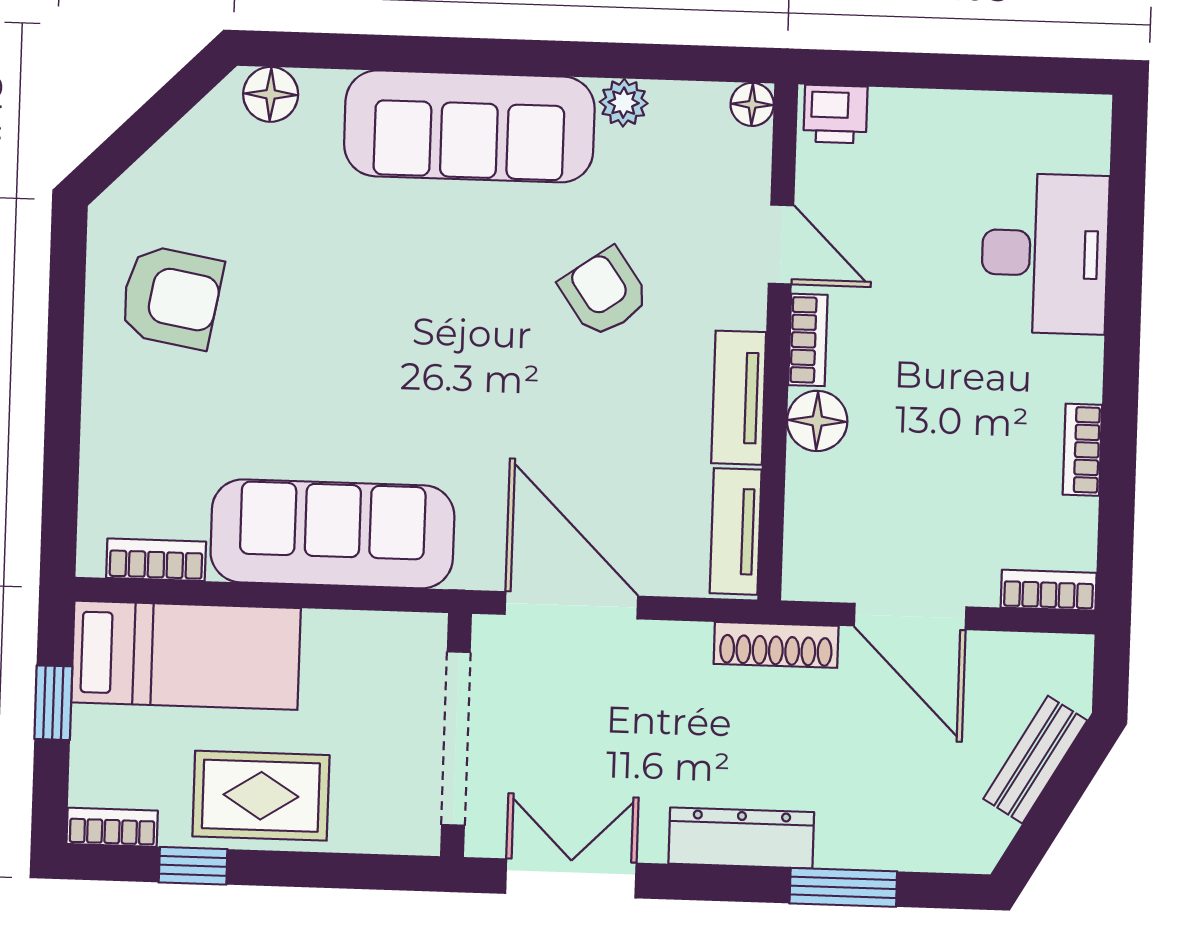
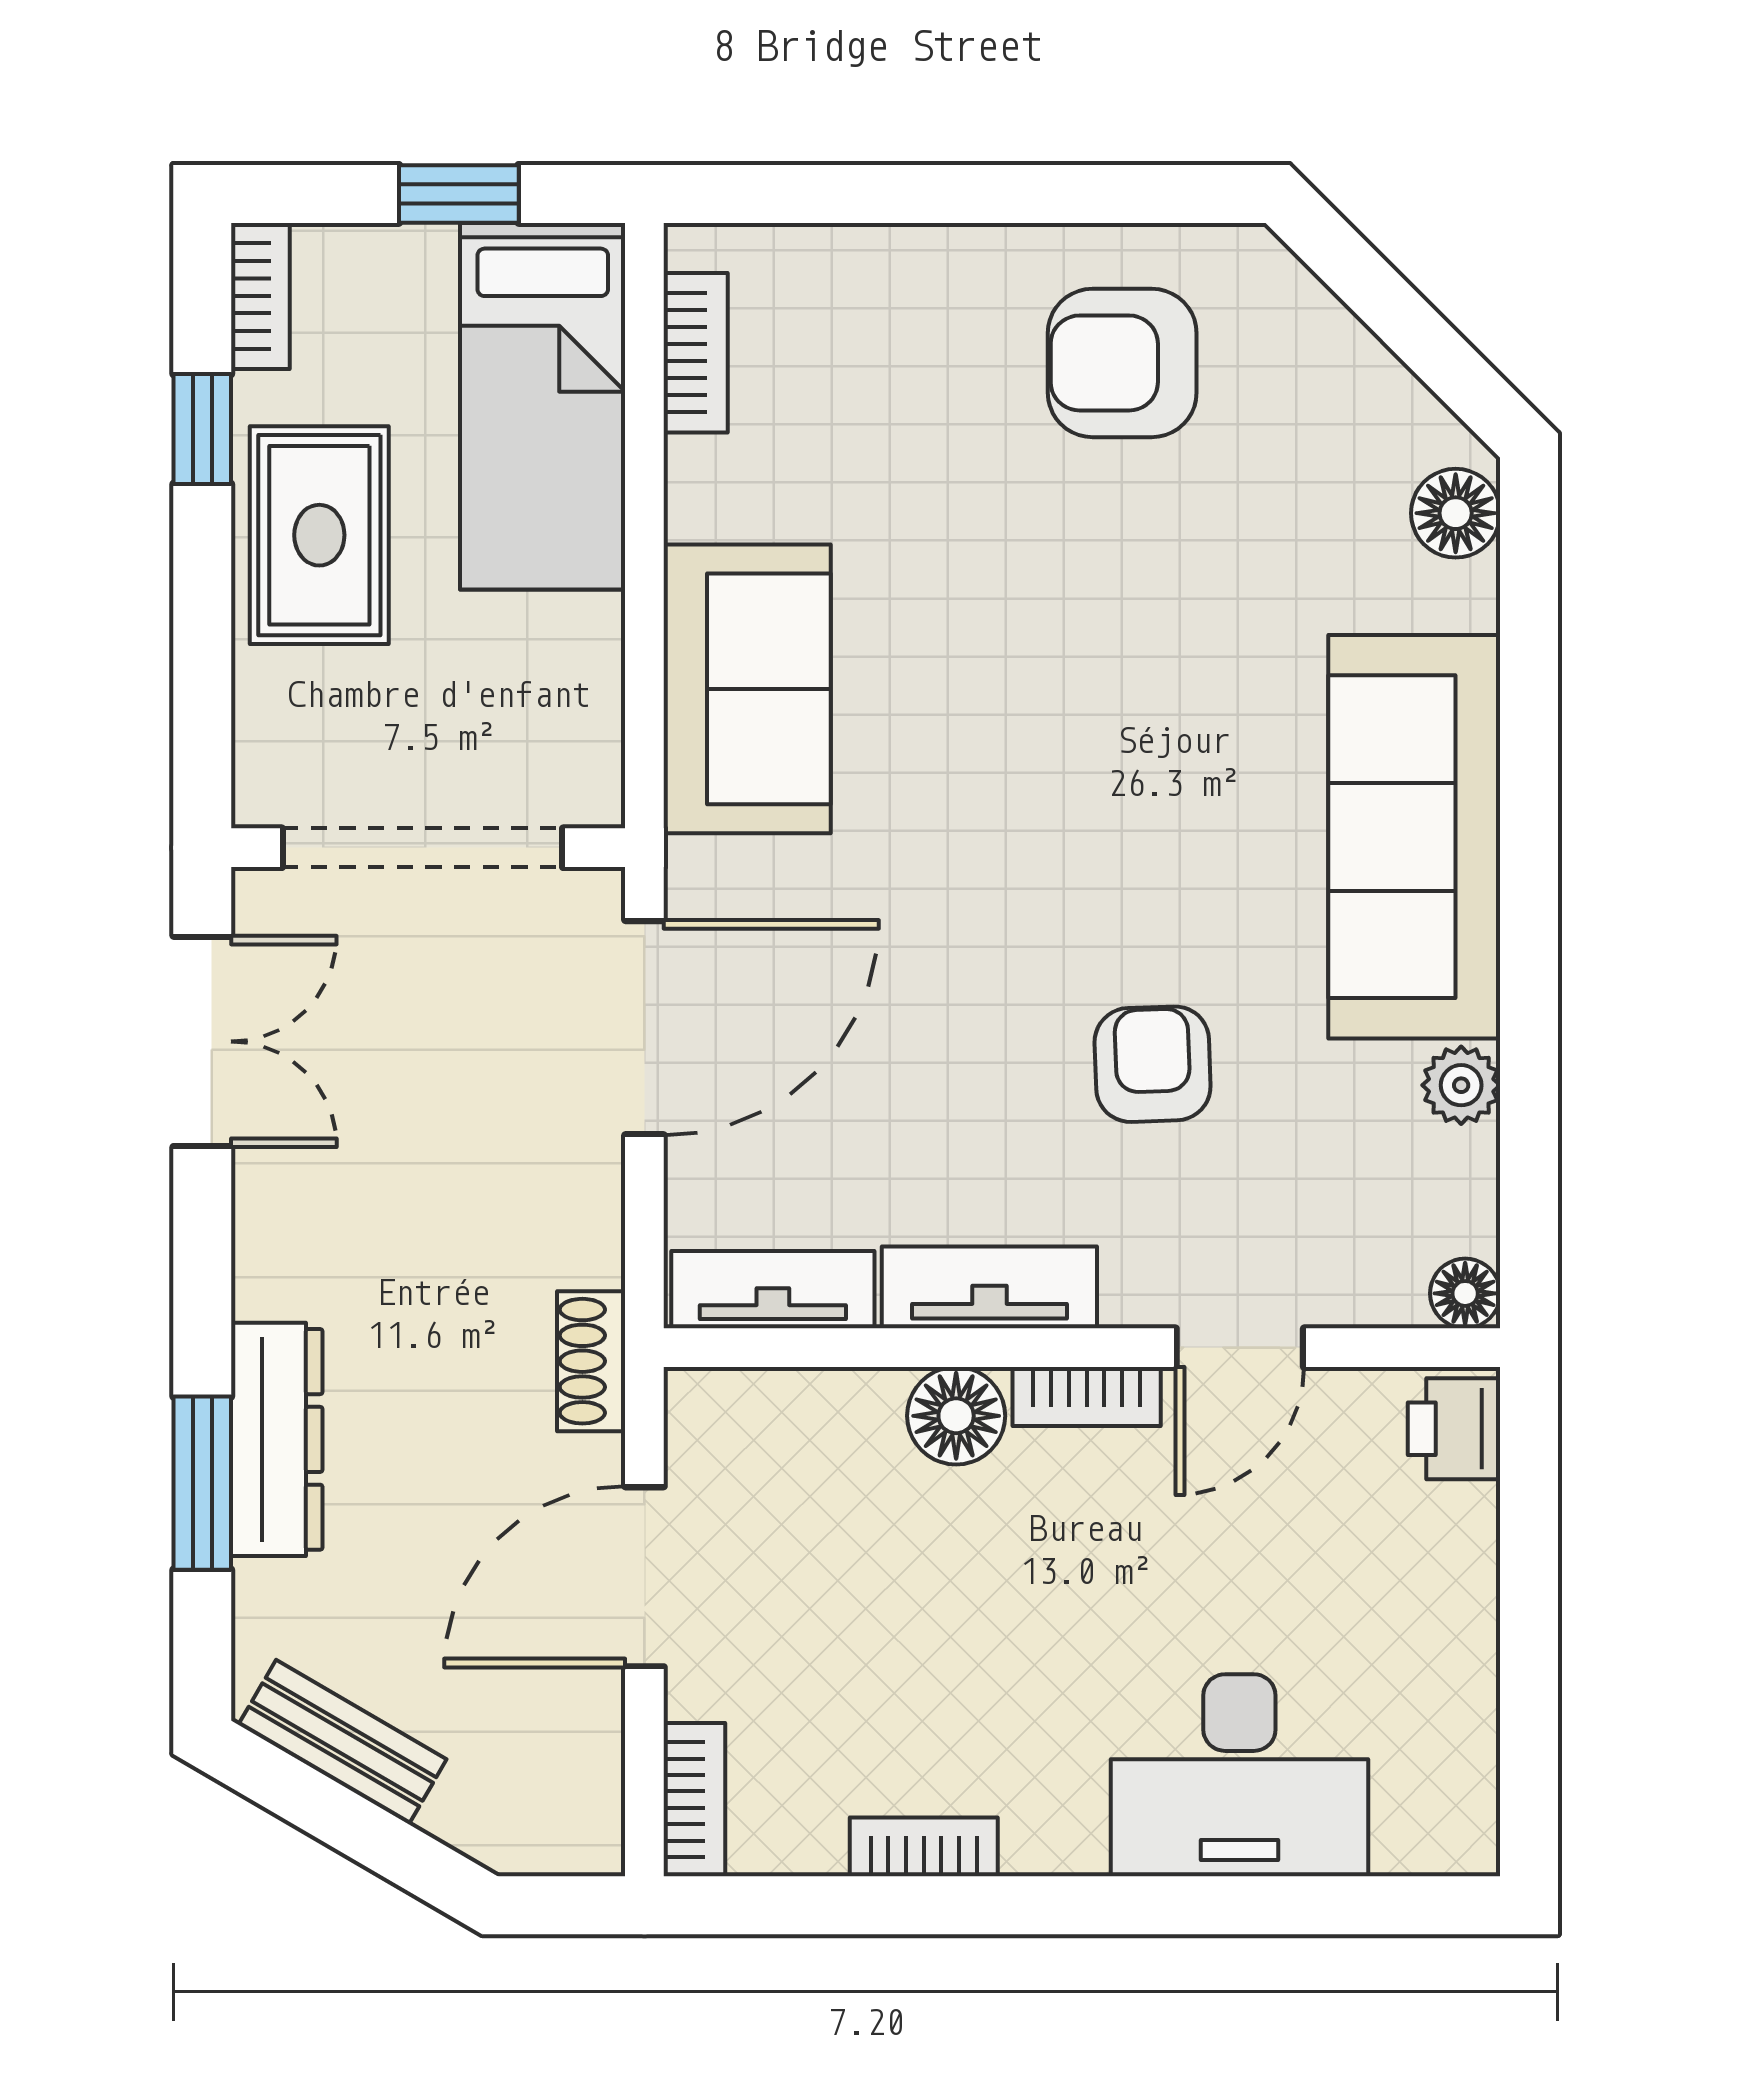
armchair: (604, 293) -> (1153, 1064), turned -57
armchair: (171, 297) -> (1122, 363), turned 80
sofa: (332, 534) -> (747, 689), width x0.73
shoe rack: (776, 645) -> (591, 1361), width x0.70
bench: (1035, 760) -> (342, 1742), moved
dresser: (741, 838) -> (277, 1439), moved

